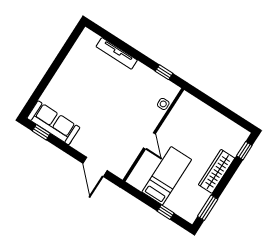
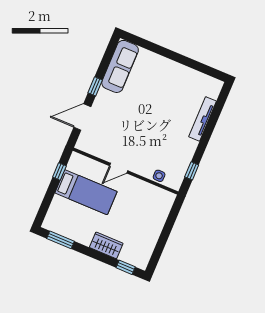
window: (41, 132) -> (95, 86), moved
wardrobe: (217, 171) -> (106, 245), width x0.67
window: (166, 212) -> (59, 171), moved

